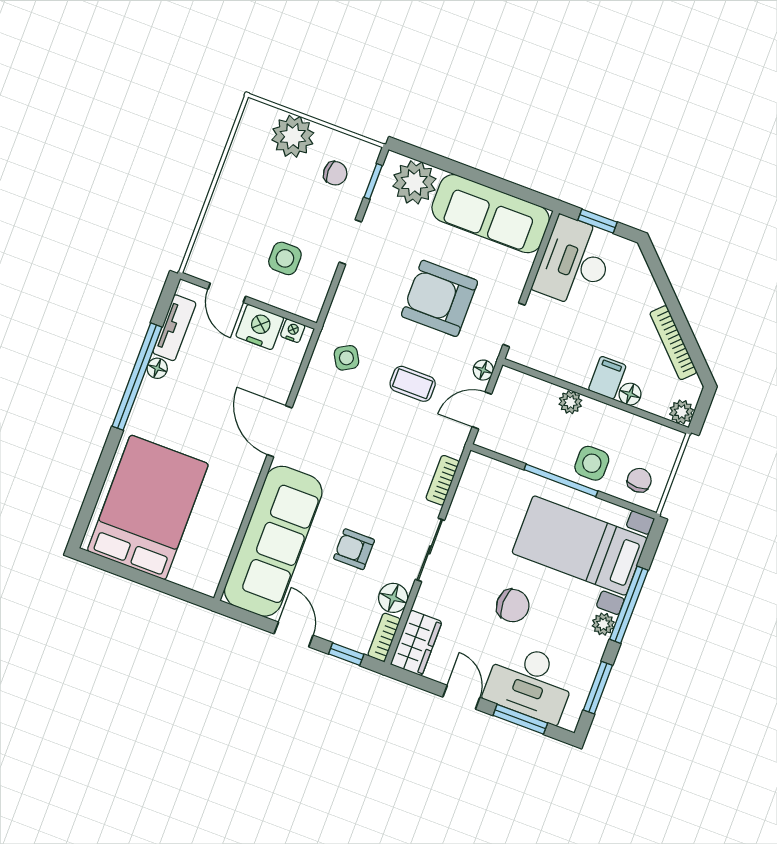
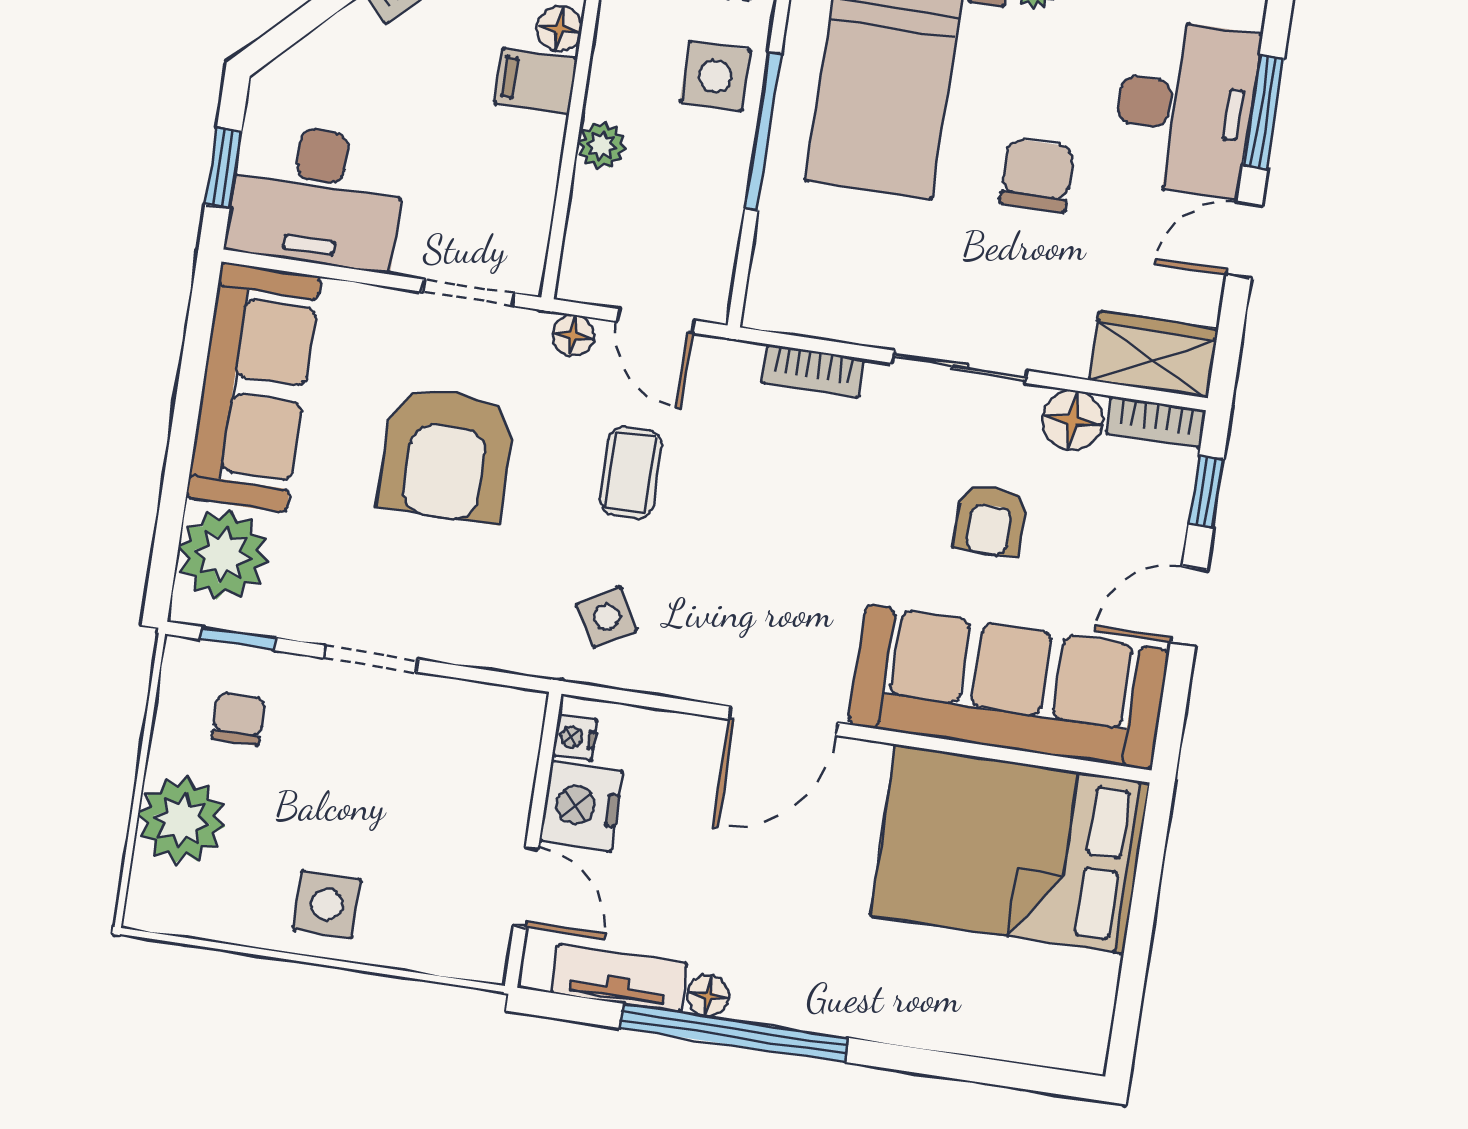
side table: (285, 258) -> (327, 904), moved
door: (227, 293) -> (526, 887), hinge flipped
bed: (148, 507) -> (1010, 849), moved

